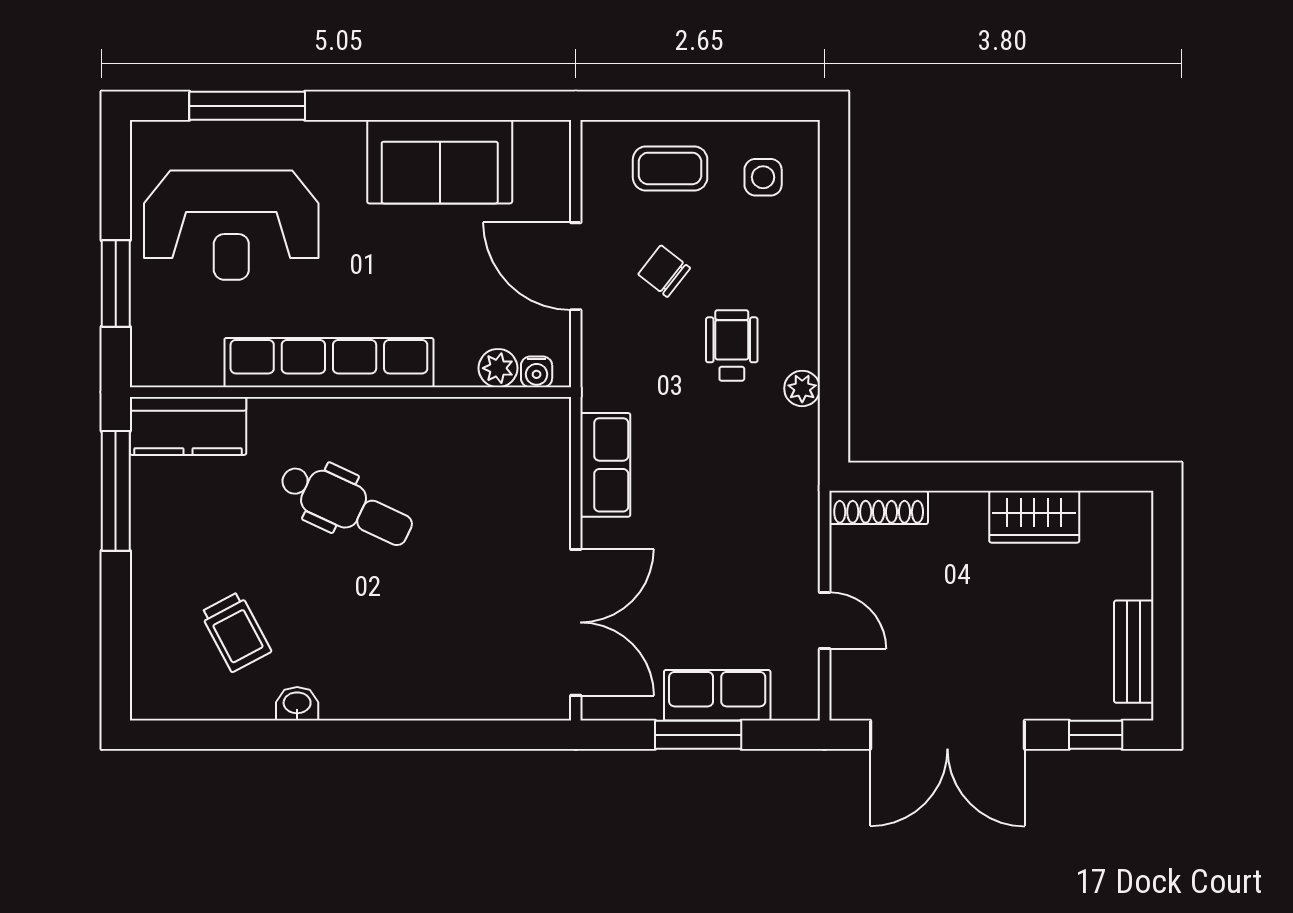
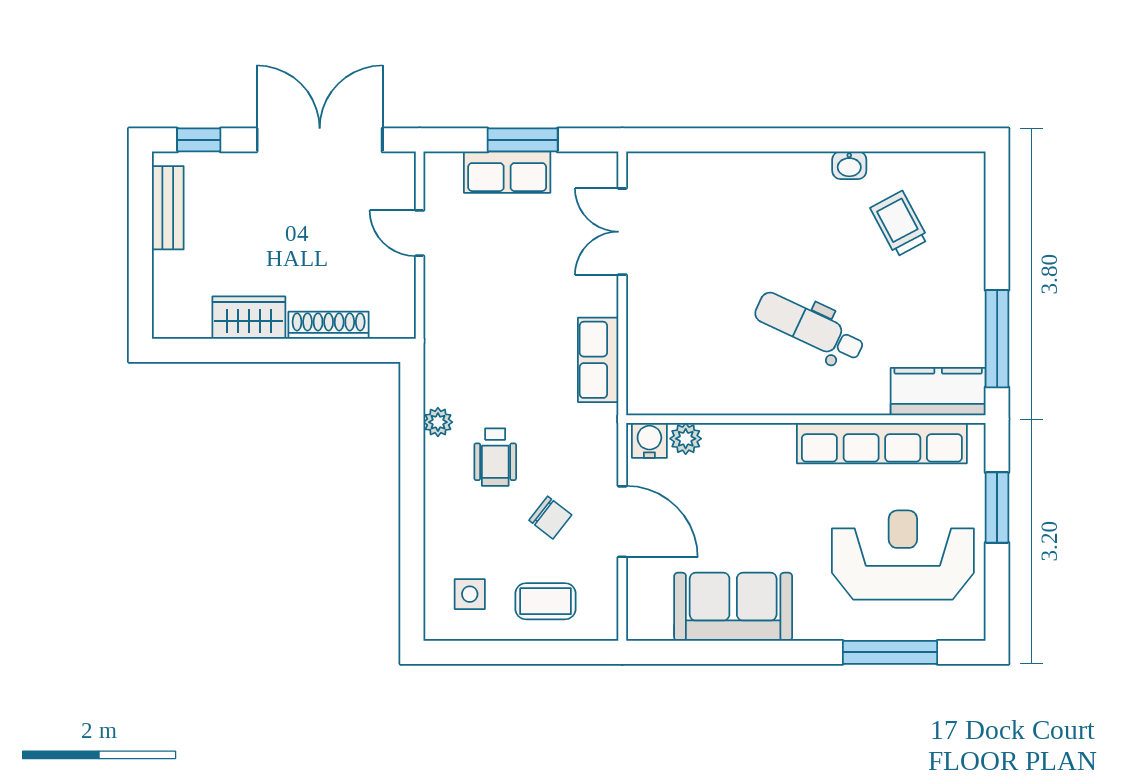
row of seats: (329, 363) -> (882, 443), moved
water cooler: (537, 372) -> (649, 440), width x1.38, depth x1.38
shoe rack: (879, 507) -> (329, 325), moved
double door: (576, 622) -> (622, 232), width x0.73

